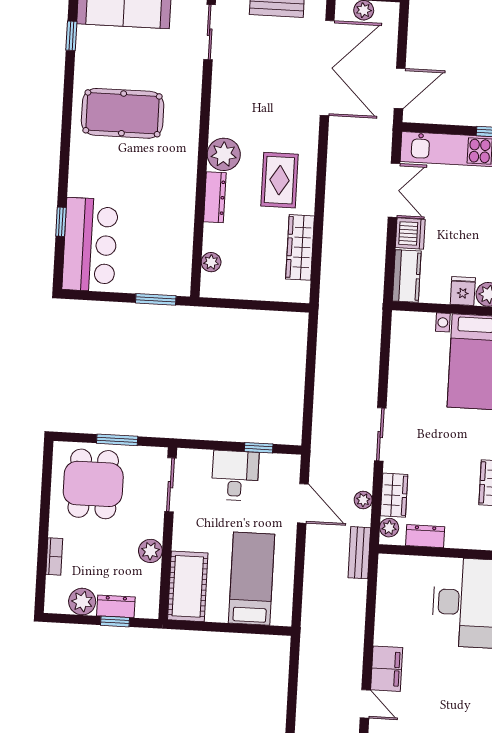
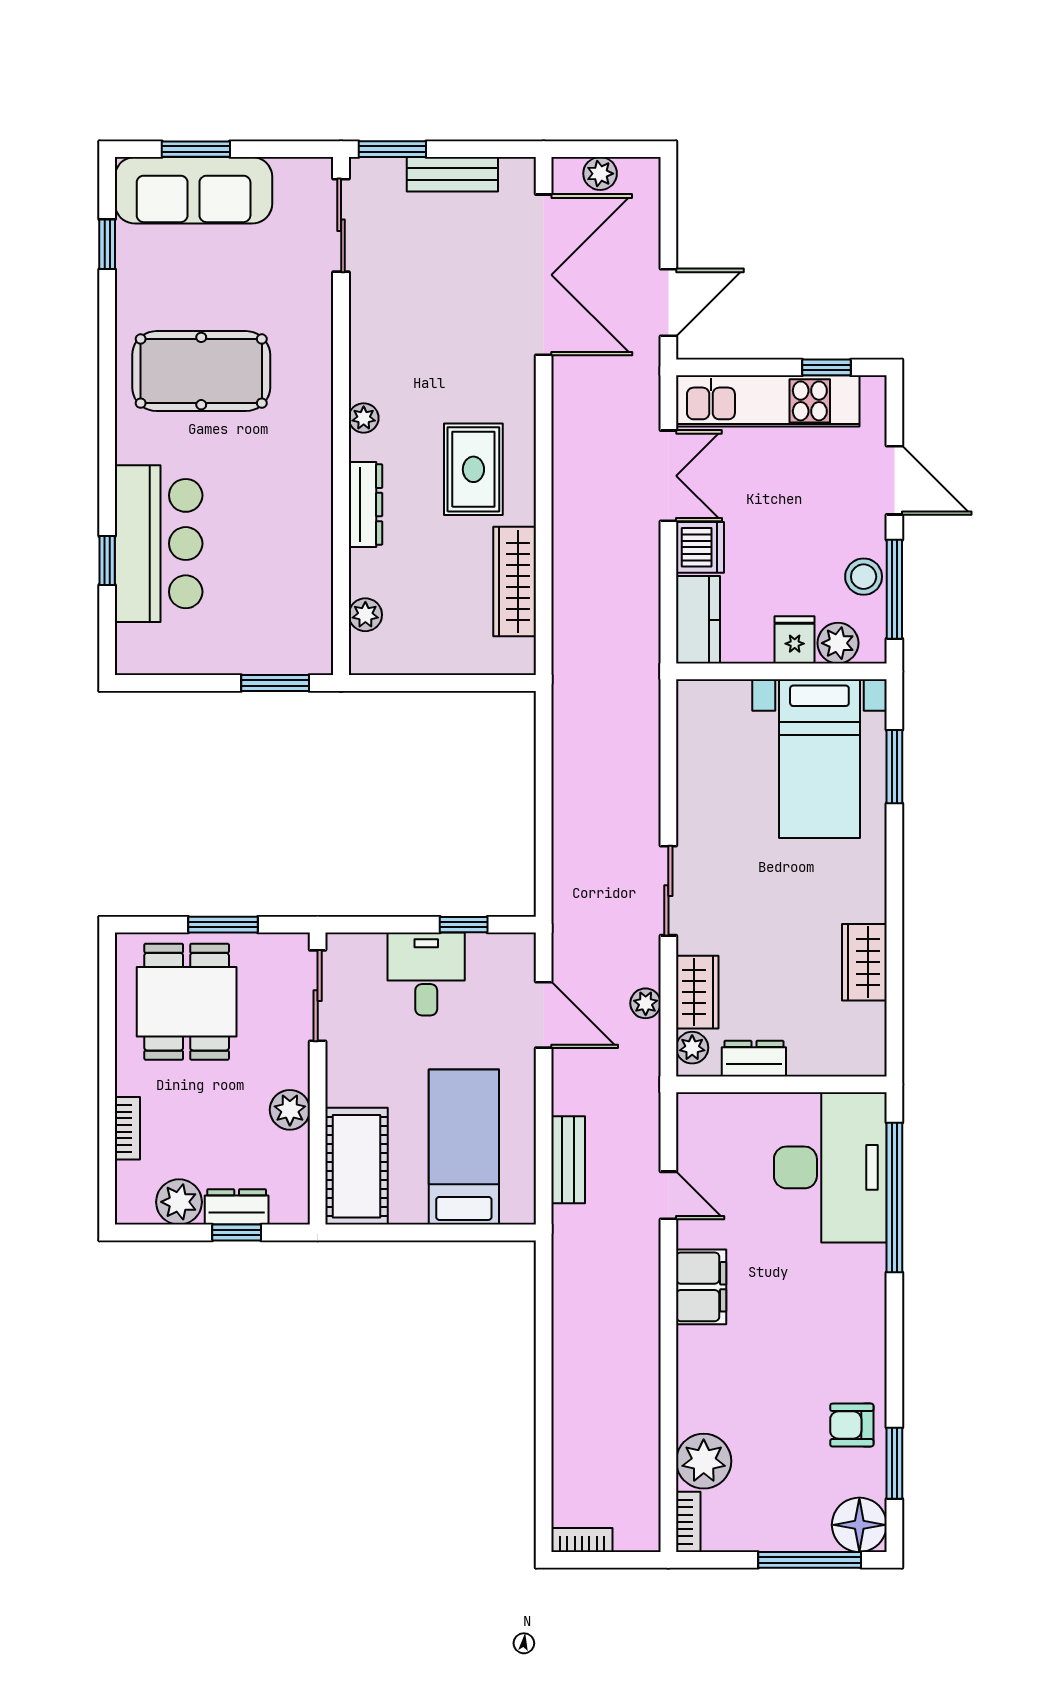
plant: (224, 154) -> (364, 418), width x0.53, depth x0.53
bar counter: (90, 245) -> (159, 544), moved
bench: (359, 553) -> (568, 1160), moved
door: (365, 704) -> (668, 1195), moved

